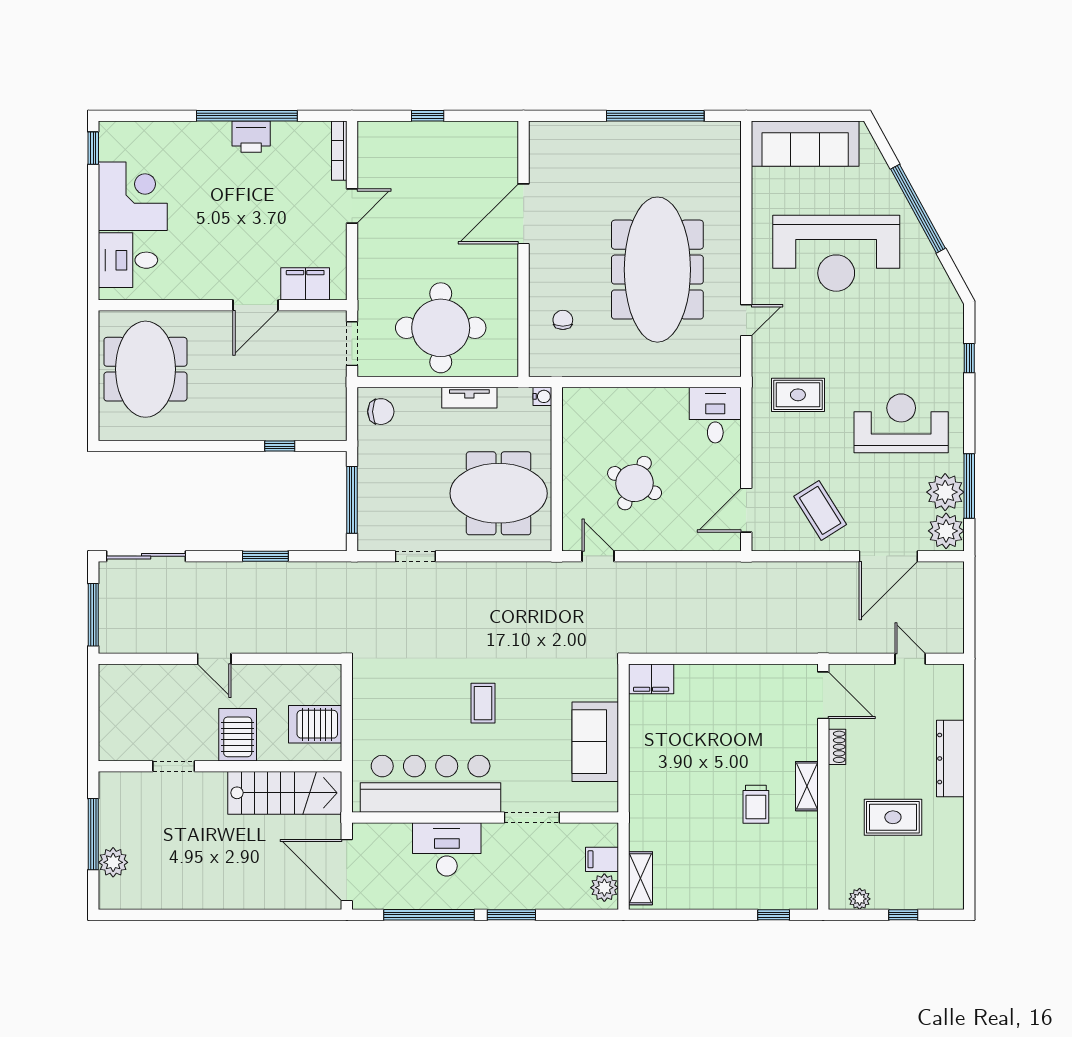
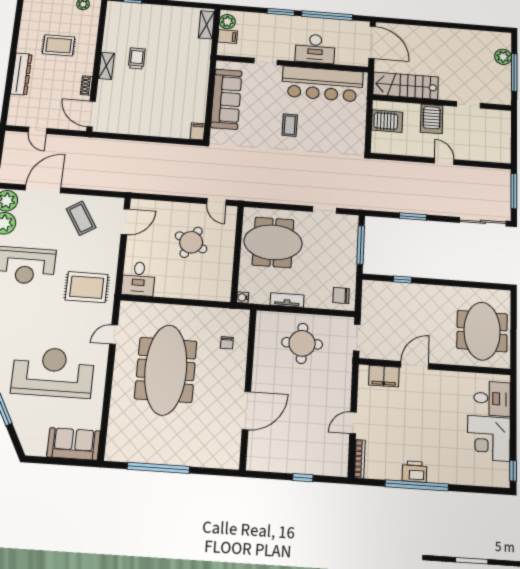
sofa: (805, 144) -> (74, 444), width x0.73
round table: (441, 328) -> (302, 343), width x0.73, depth x0.73
rug: (798, 395) -> (87, 287), width x1.36, depth x1.43
filing cabinet: (651, 679) -> (198, 131), width x0.50
sofa: (595, 742) -> (226, 99), width x1.36
doorway: (532, 817) -> (266, 62), width x0.73

